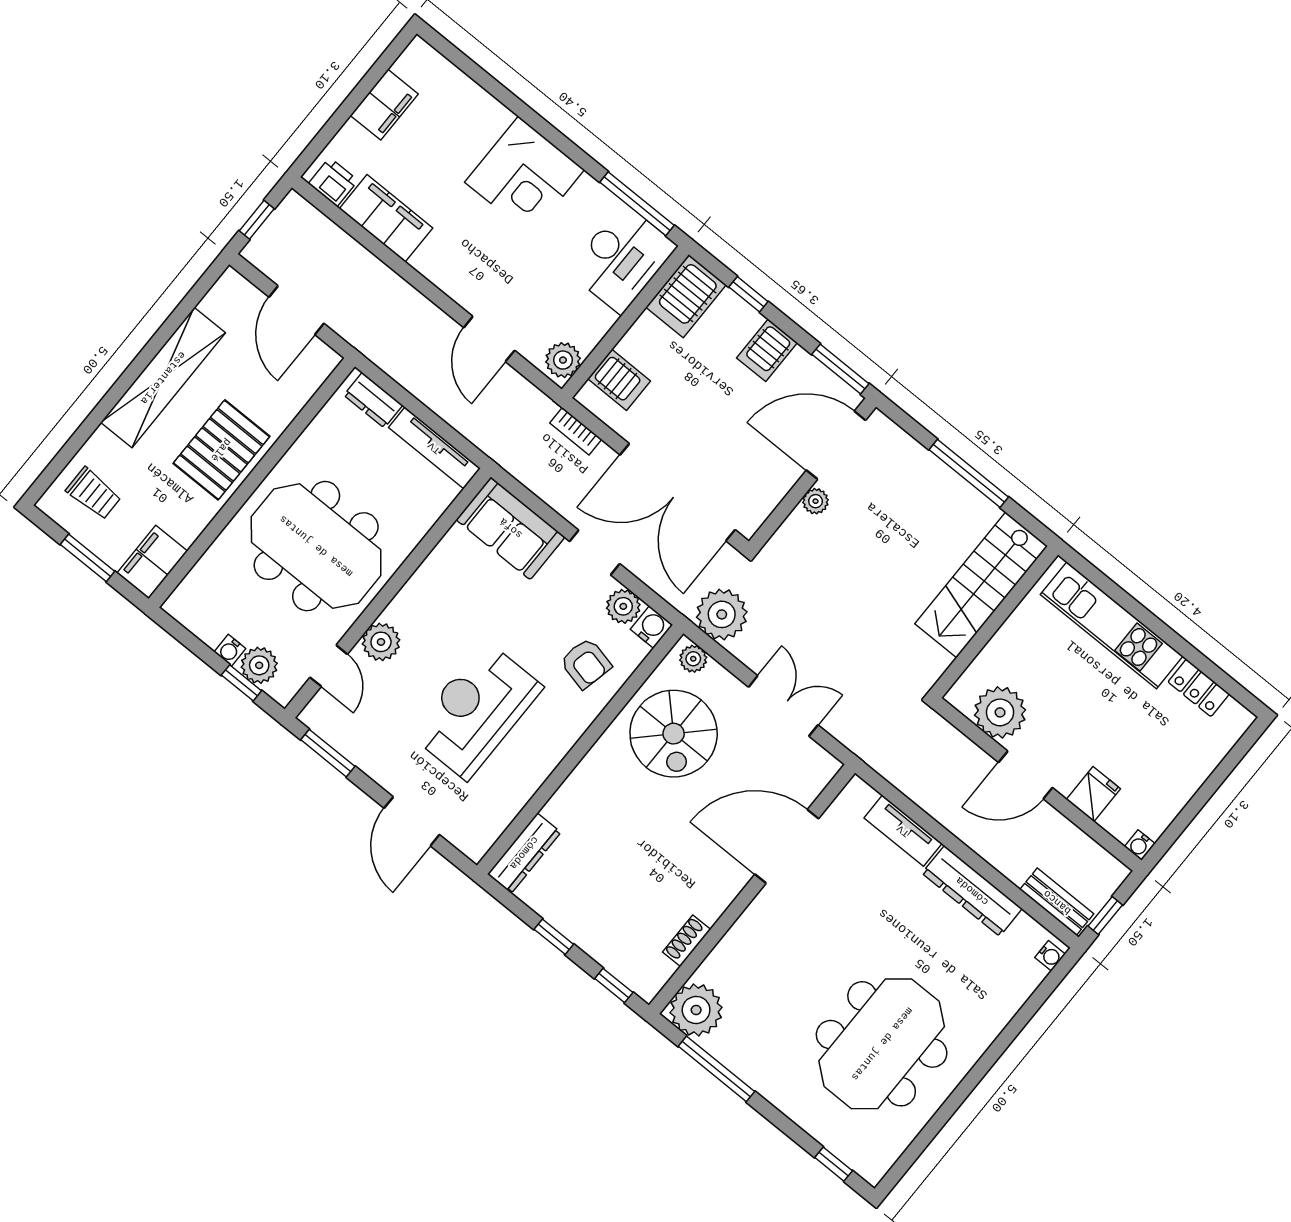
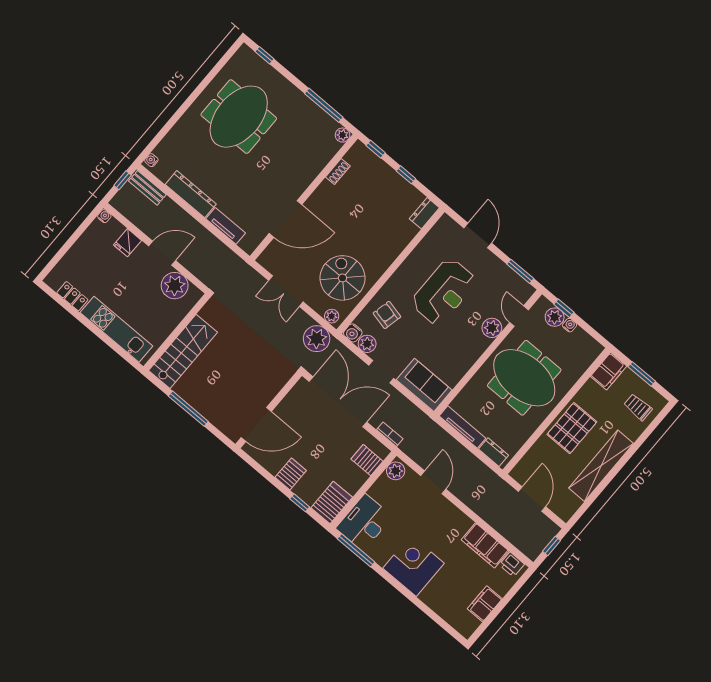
window: (840, 369) -> (253, 464), removed
plant: (816, 501) -> (267, 396), removed
dresser: (524, 853) -> (424, 213), width x0.70
plant: (696, 1010) -> (343, 135), width x0.53, depth x0.53

